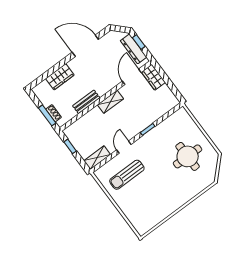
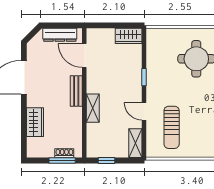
window: (139, 42) -> (57, 25), removed
wardrobe: (153, 77) -> (129, 36), moved
bench: (86, 102) -> (76, 91), moved
shelving: (110, 102) -> (93, 108), moved

